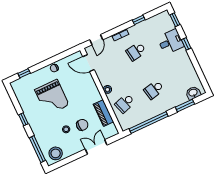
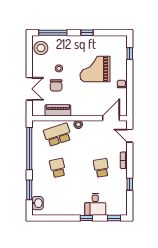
school desk: (125, 103) -> (58, 135), width x1.85

